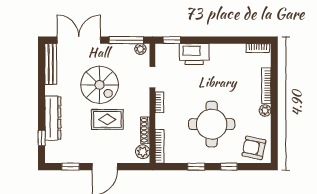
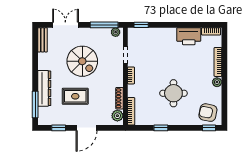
double door: (79, 40) -> (65, 25), width x0.73
printer: (194, 54) -> (189, 36), moved
bench: (51, 64) -> (43, 40), width x0.73
rug: (107, 119) -> (75, 96), moved
round table: (212, 124) -> (173, 93), width x0.73, depth x0.73
window: (42, 138) -> (35, 104), width x2.17
window: (229, 167) -> (209, 128), moved

